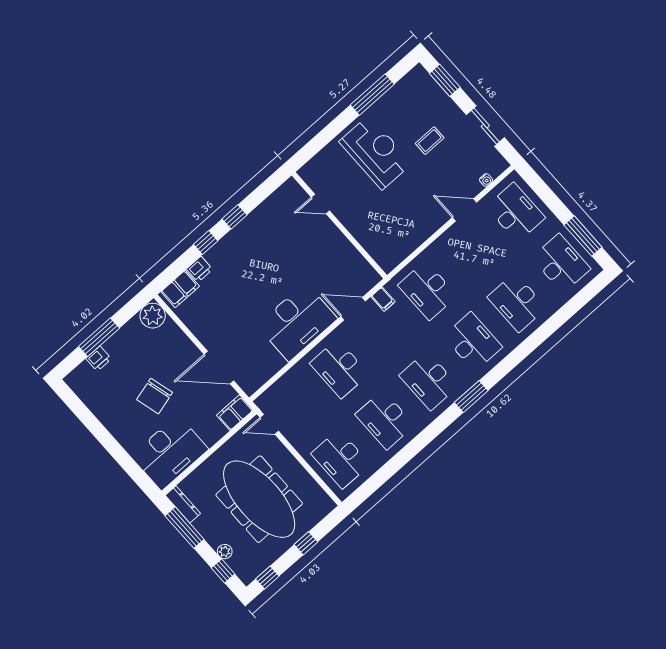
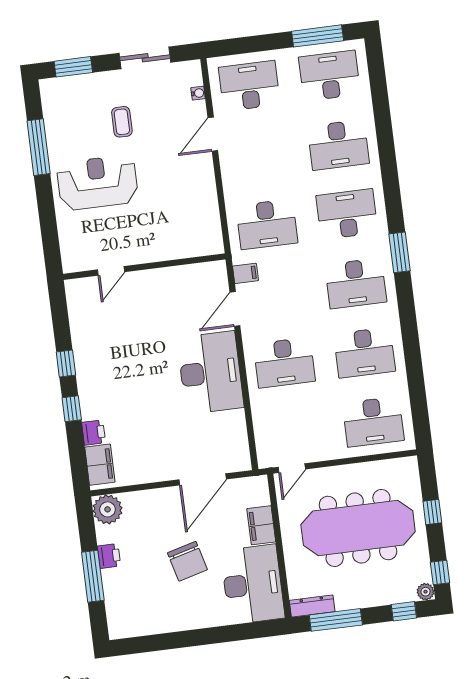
printer: (99, 359) -> (109, 556), moved
filing cabinet: (235, 413) -> (261, 525), moved
plant: (225, 552) -> (426, 592), moved

